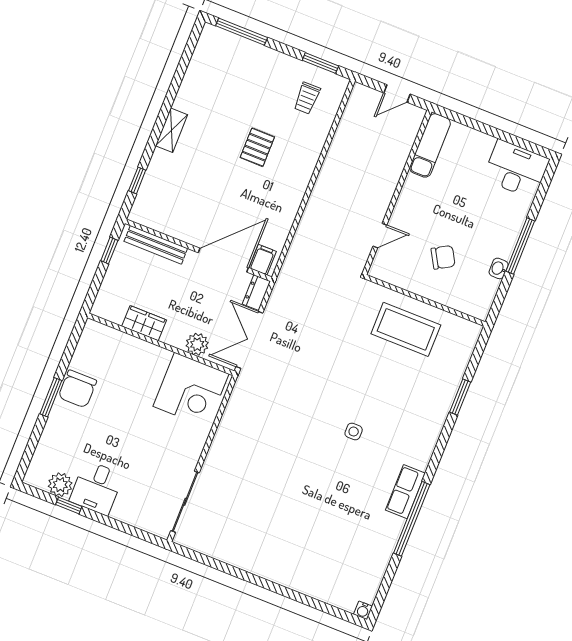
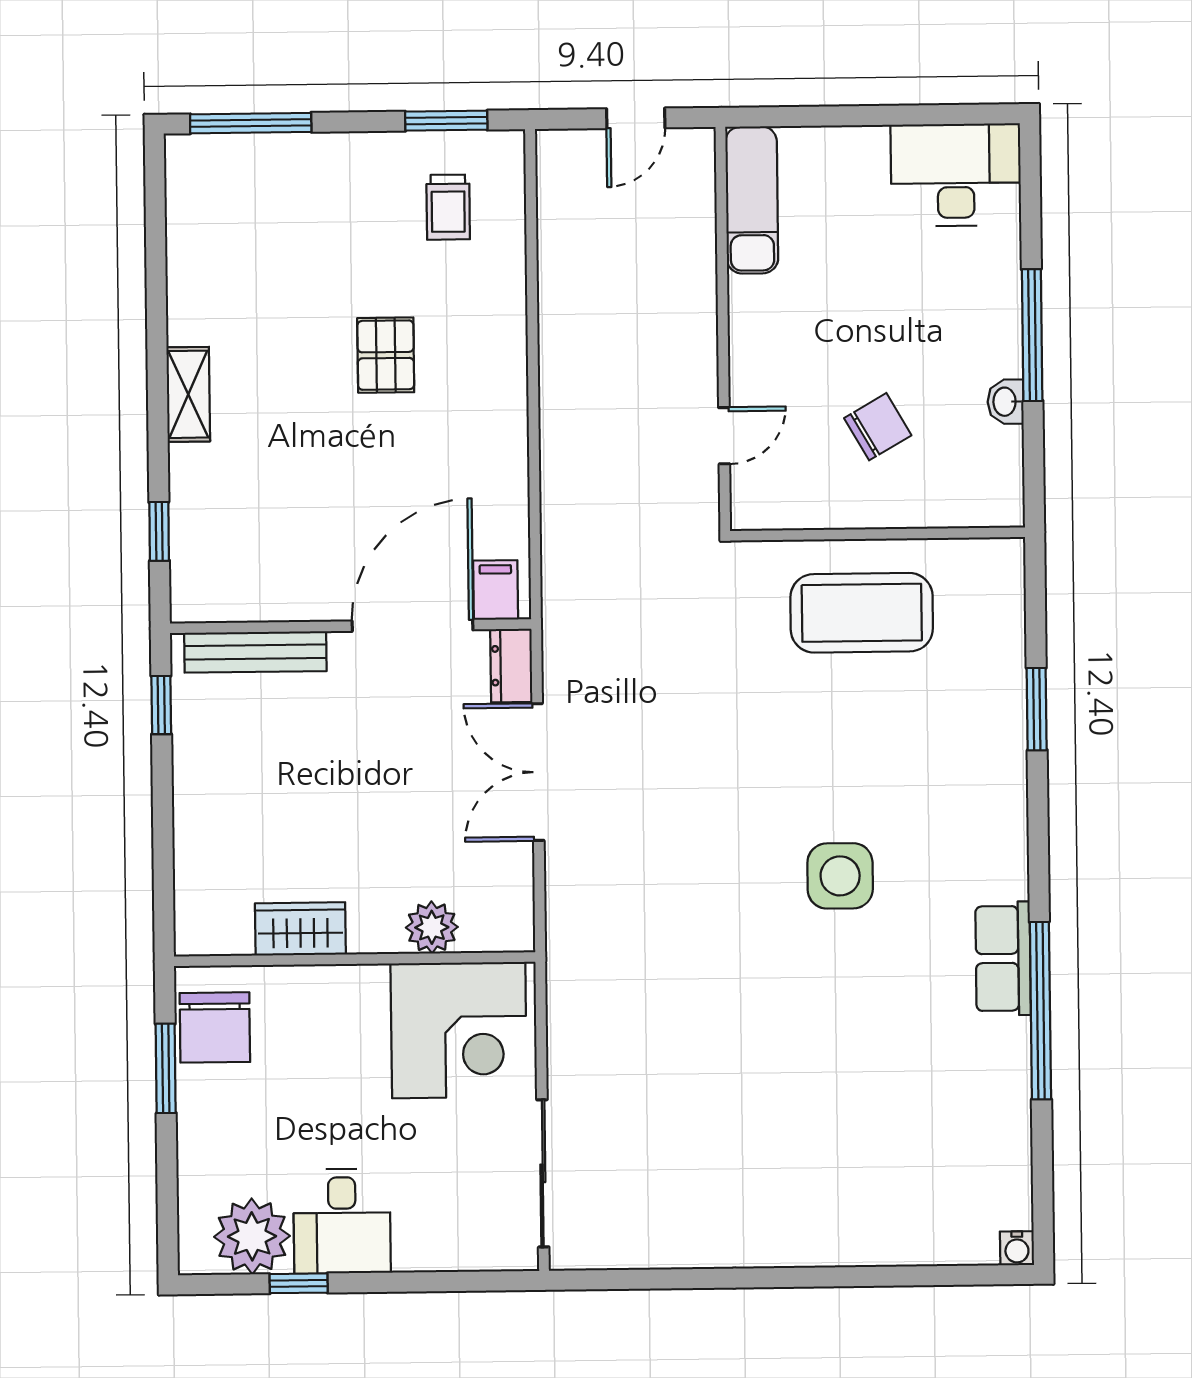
wardrobe: (144, 323) -> (300, 929), moved
wall: (161, 344) -> (355, 959), moved
plant: (197, 344) -> (432, 927), moved
corner desk: (191, 390) -> (459, 1030), moved
side table: (354, 432) -> (840, 876), width x1.87, depth x1.87
plant: (60, 485) -> (252, 1236), width x1.36, depth x1.36

